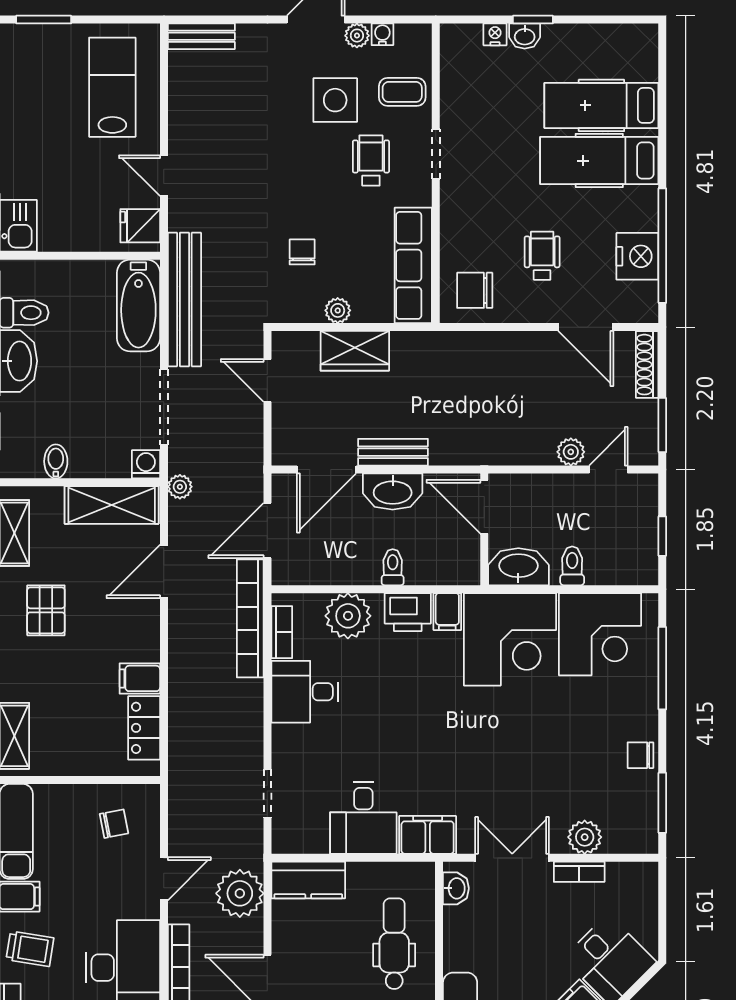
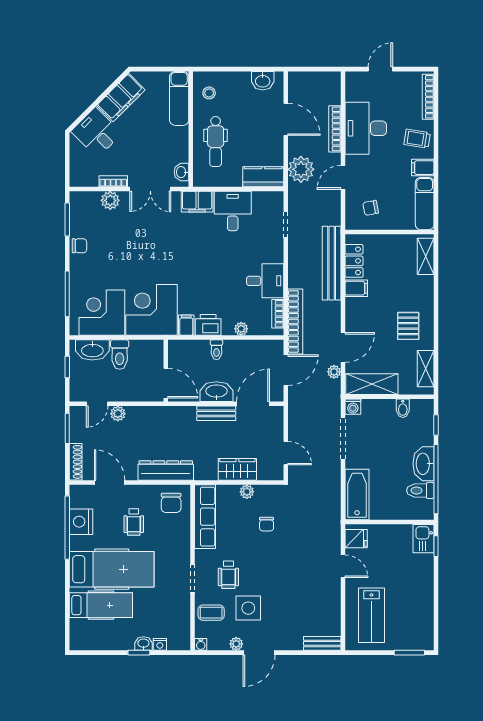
water cooler: (382, 34) -> (201, 644), moved
hospital bed: (599, 161) -> (112, 569), width x1.37, depth x1.29
chair: (475, 290) -> (171, 503), turned 90
bench: (184, 300) -> (332, 263), moved
dresser: (484, 349) -> (166, 471), added
plant: (180, 487) -> (334, 372), moved
toilet: (572, 566) -> (120, 355), width x1.37, depth x1.39
washbasin: (518, 567) -> (92, 350), moved
plant: (348, 616) -> (241, 329), width x0.53, depth x0.53

